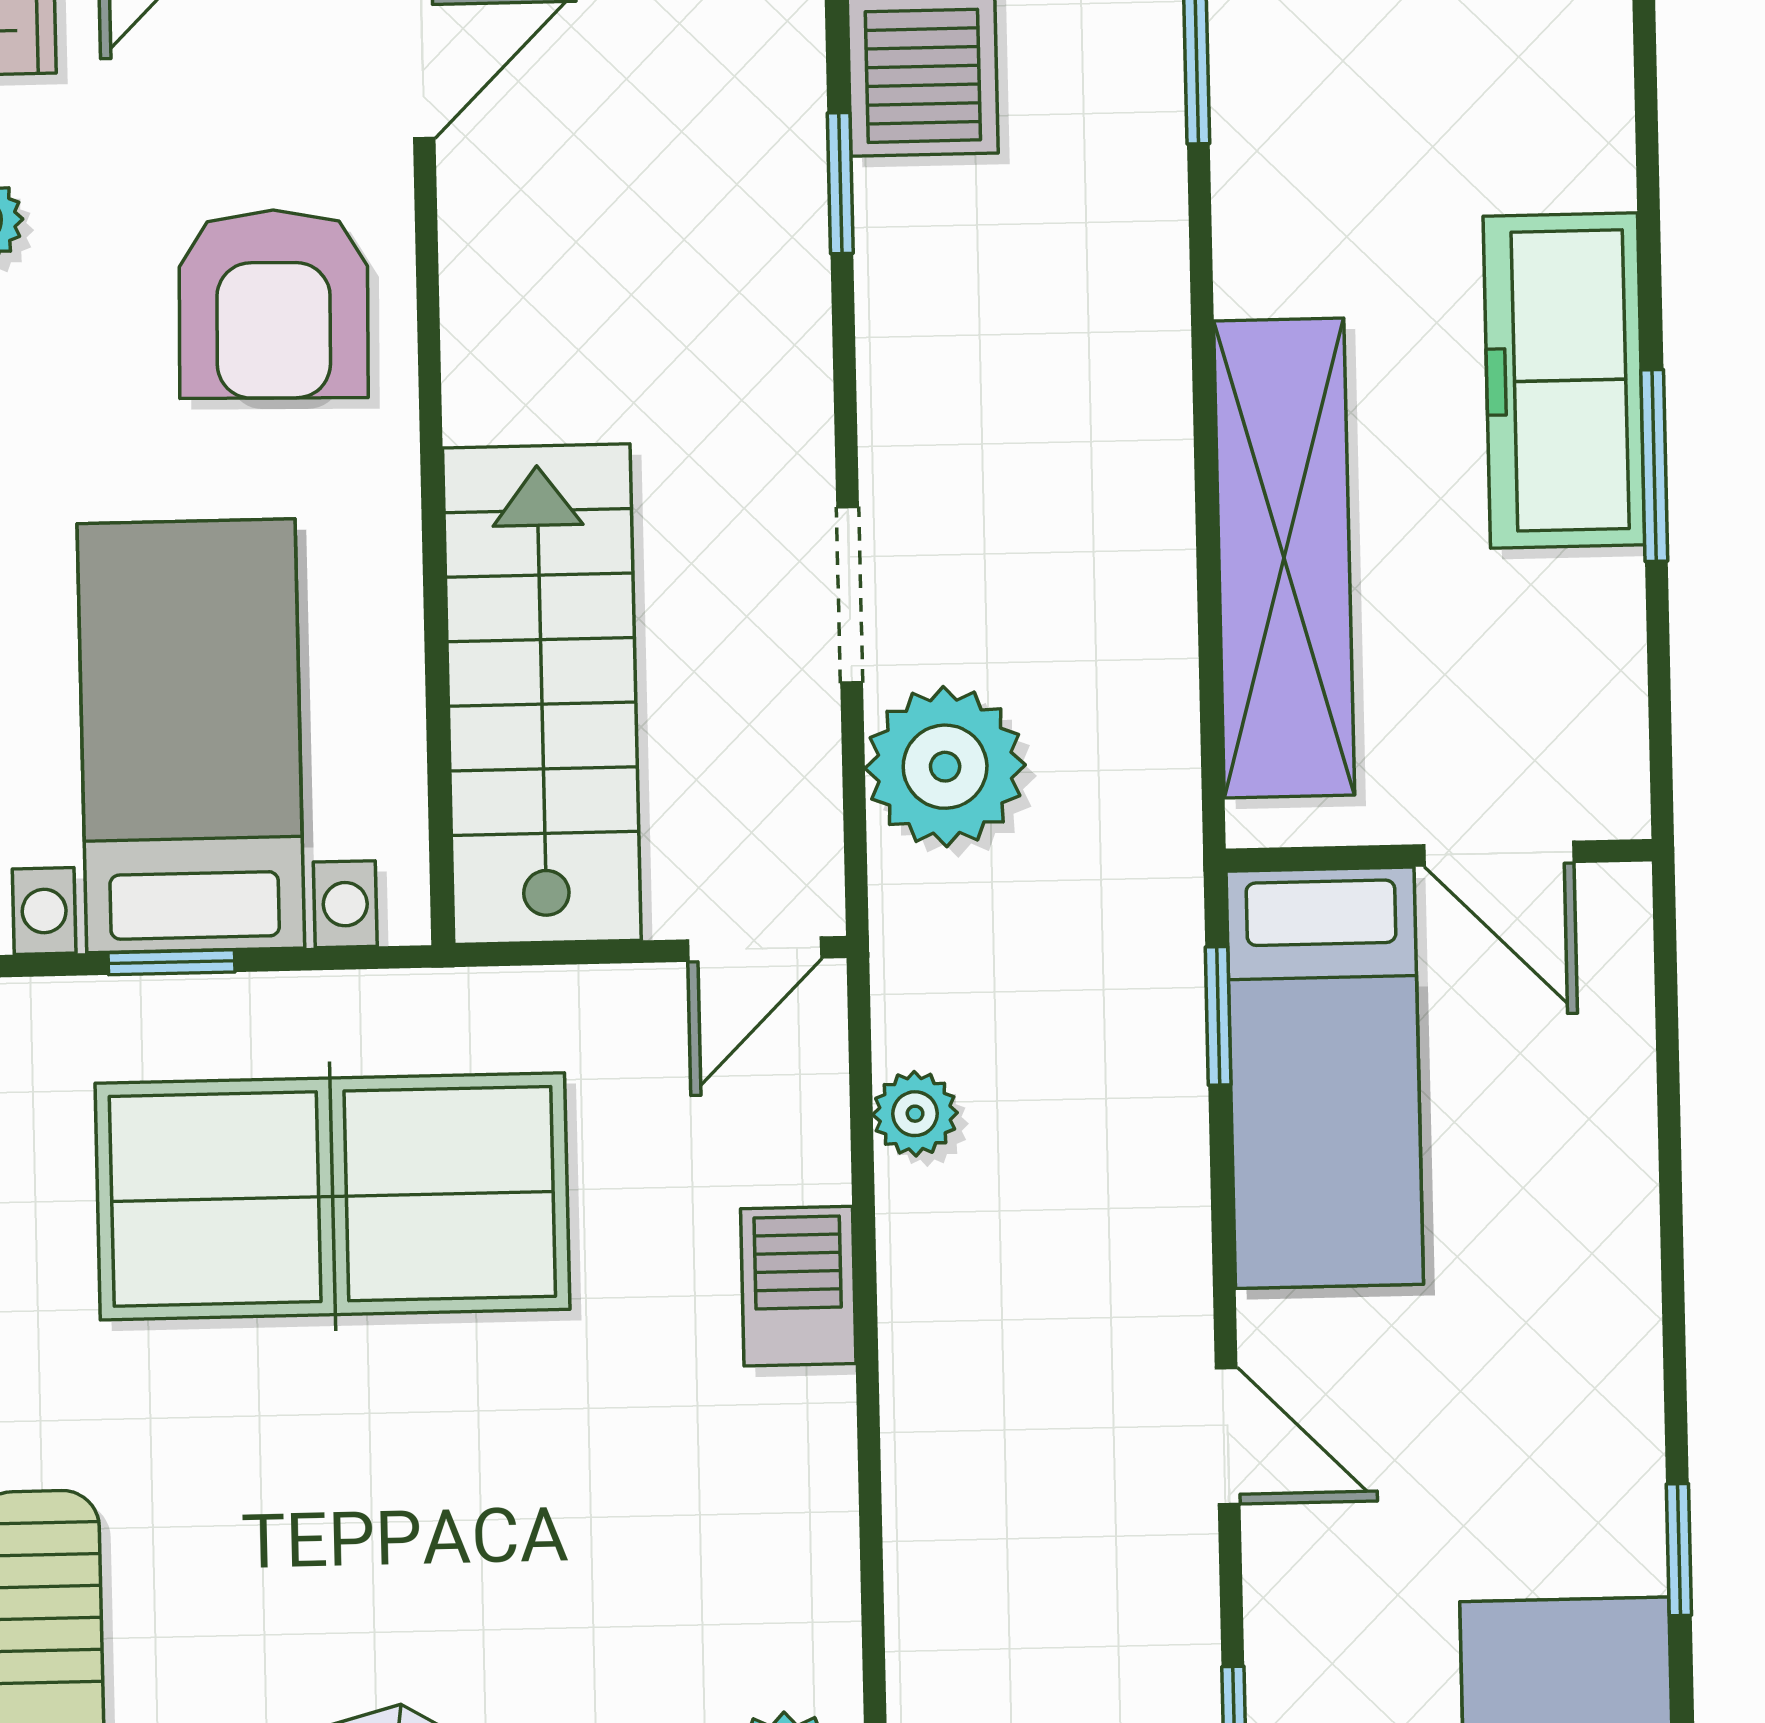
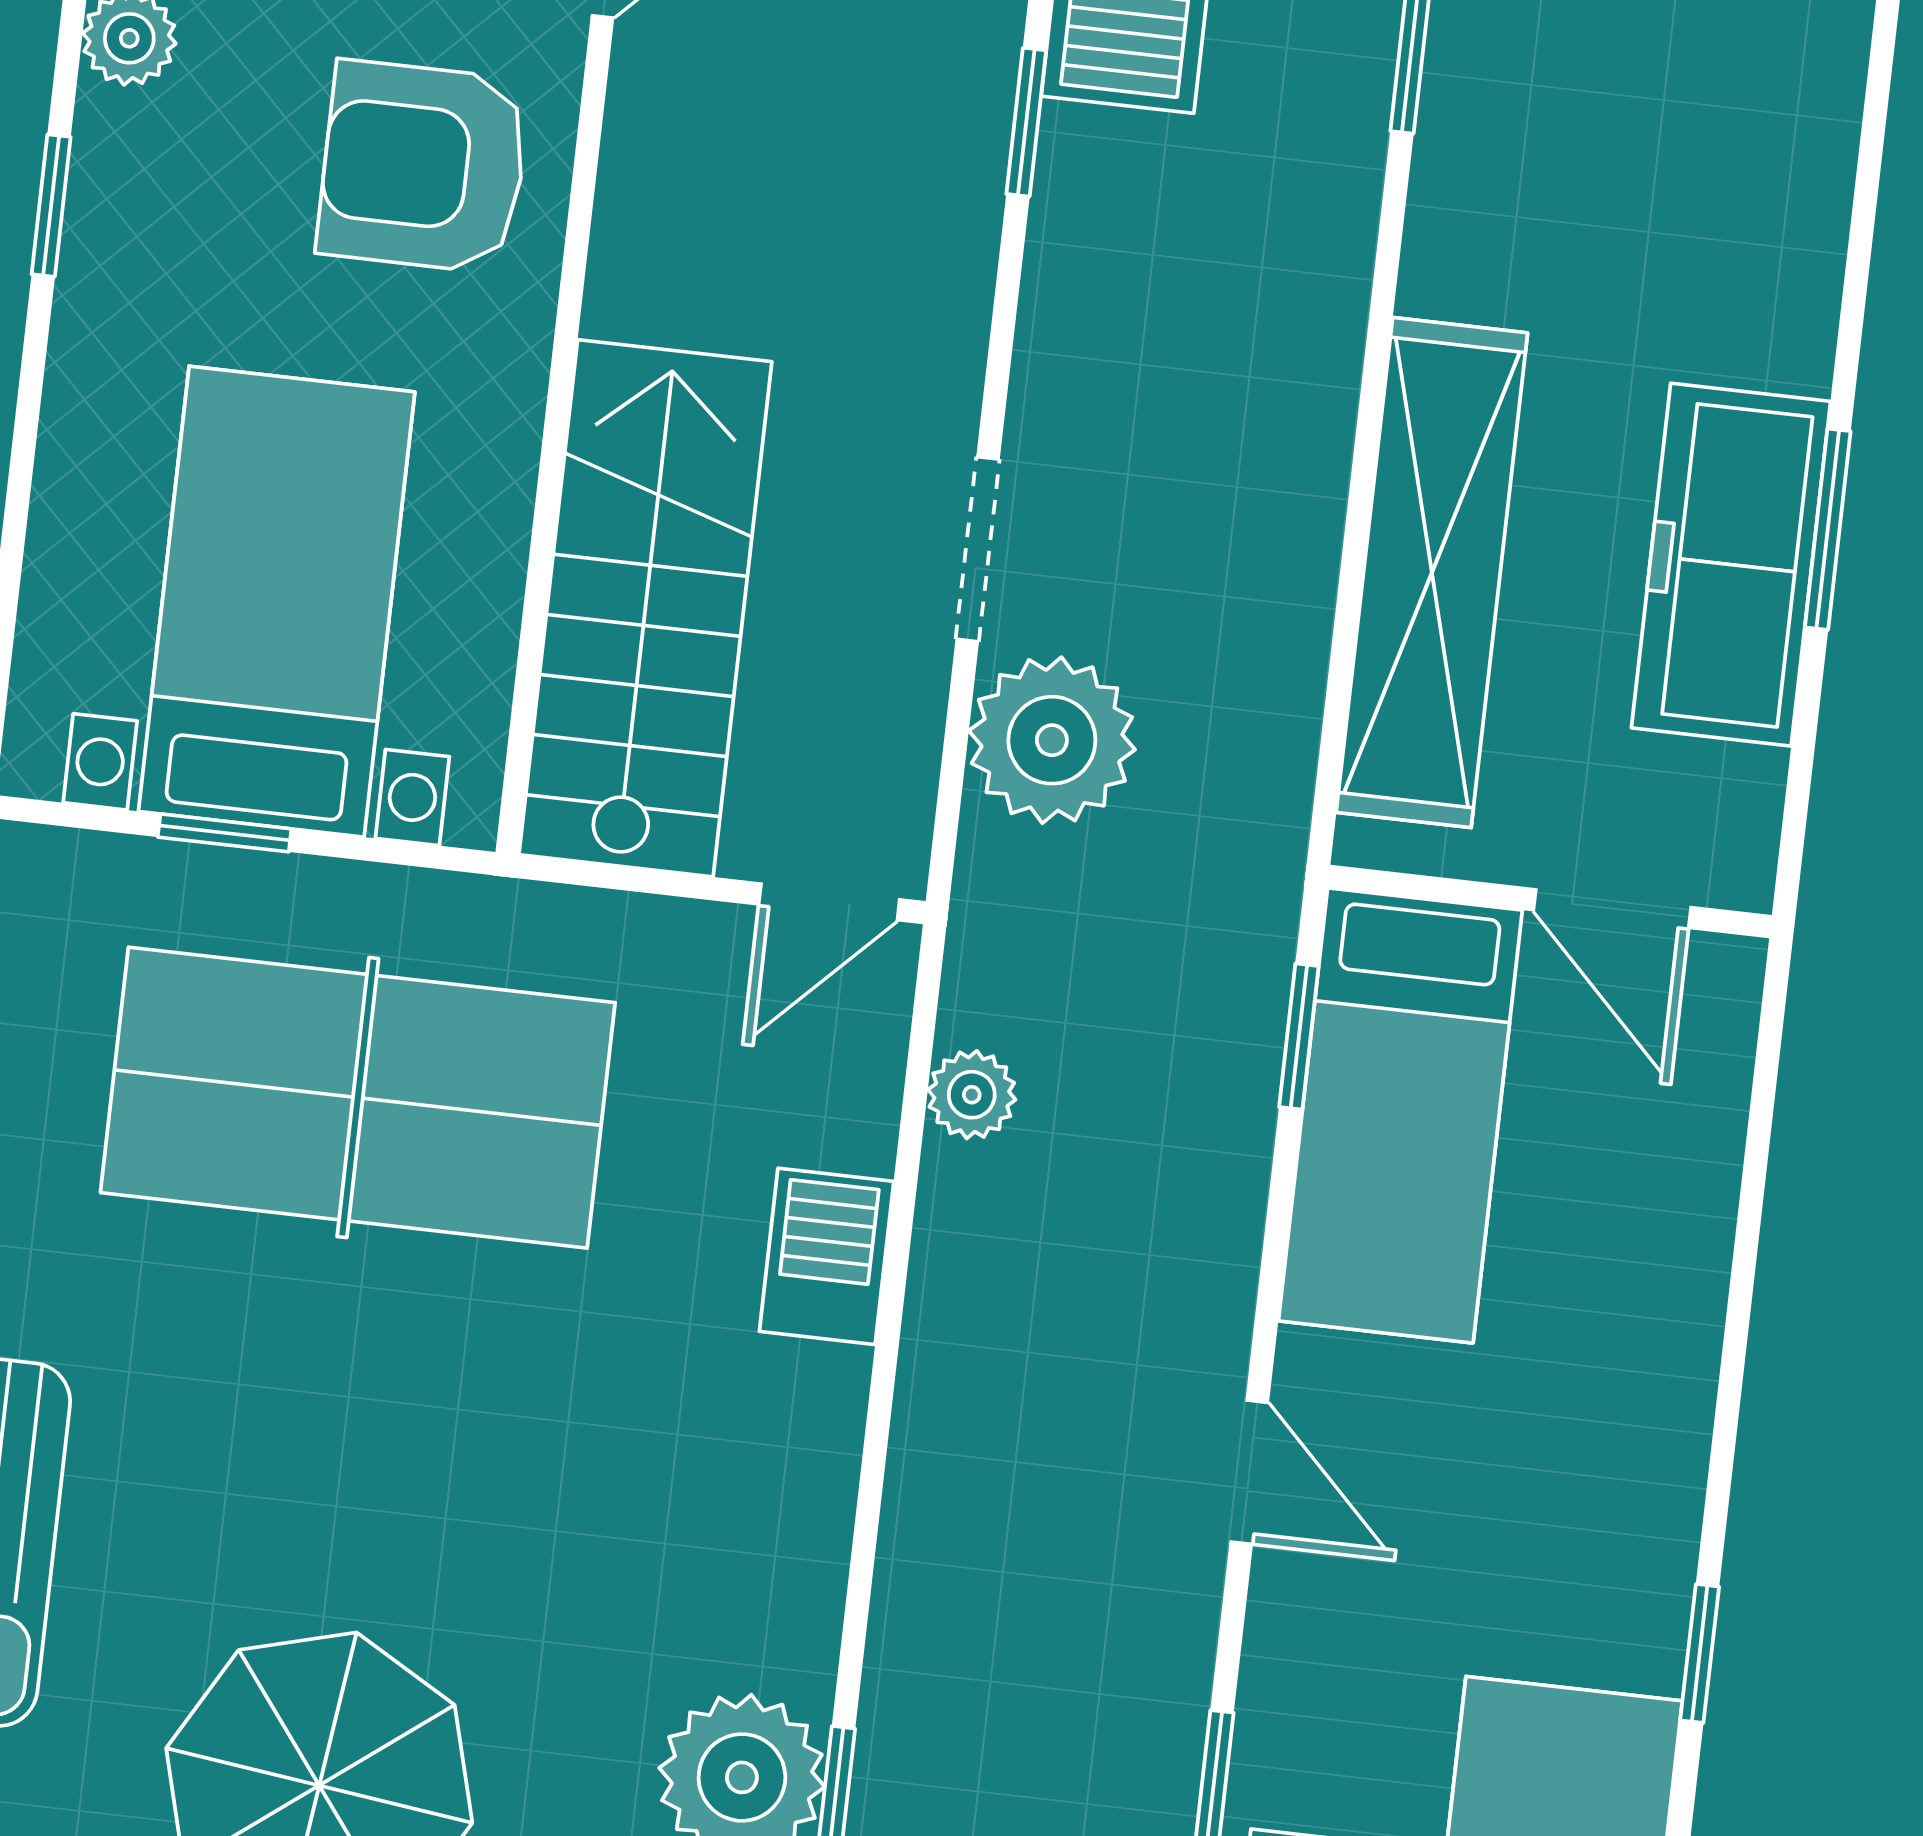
armchair: (274, 304) -> (423, 167), turned 89
freezer: (1564, 381) -> (1731, 565), moved

